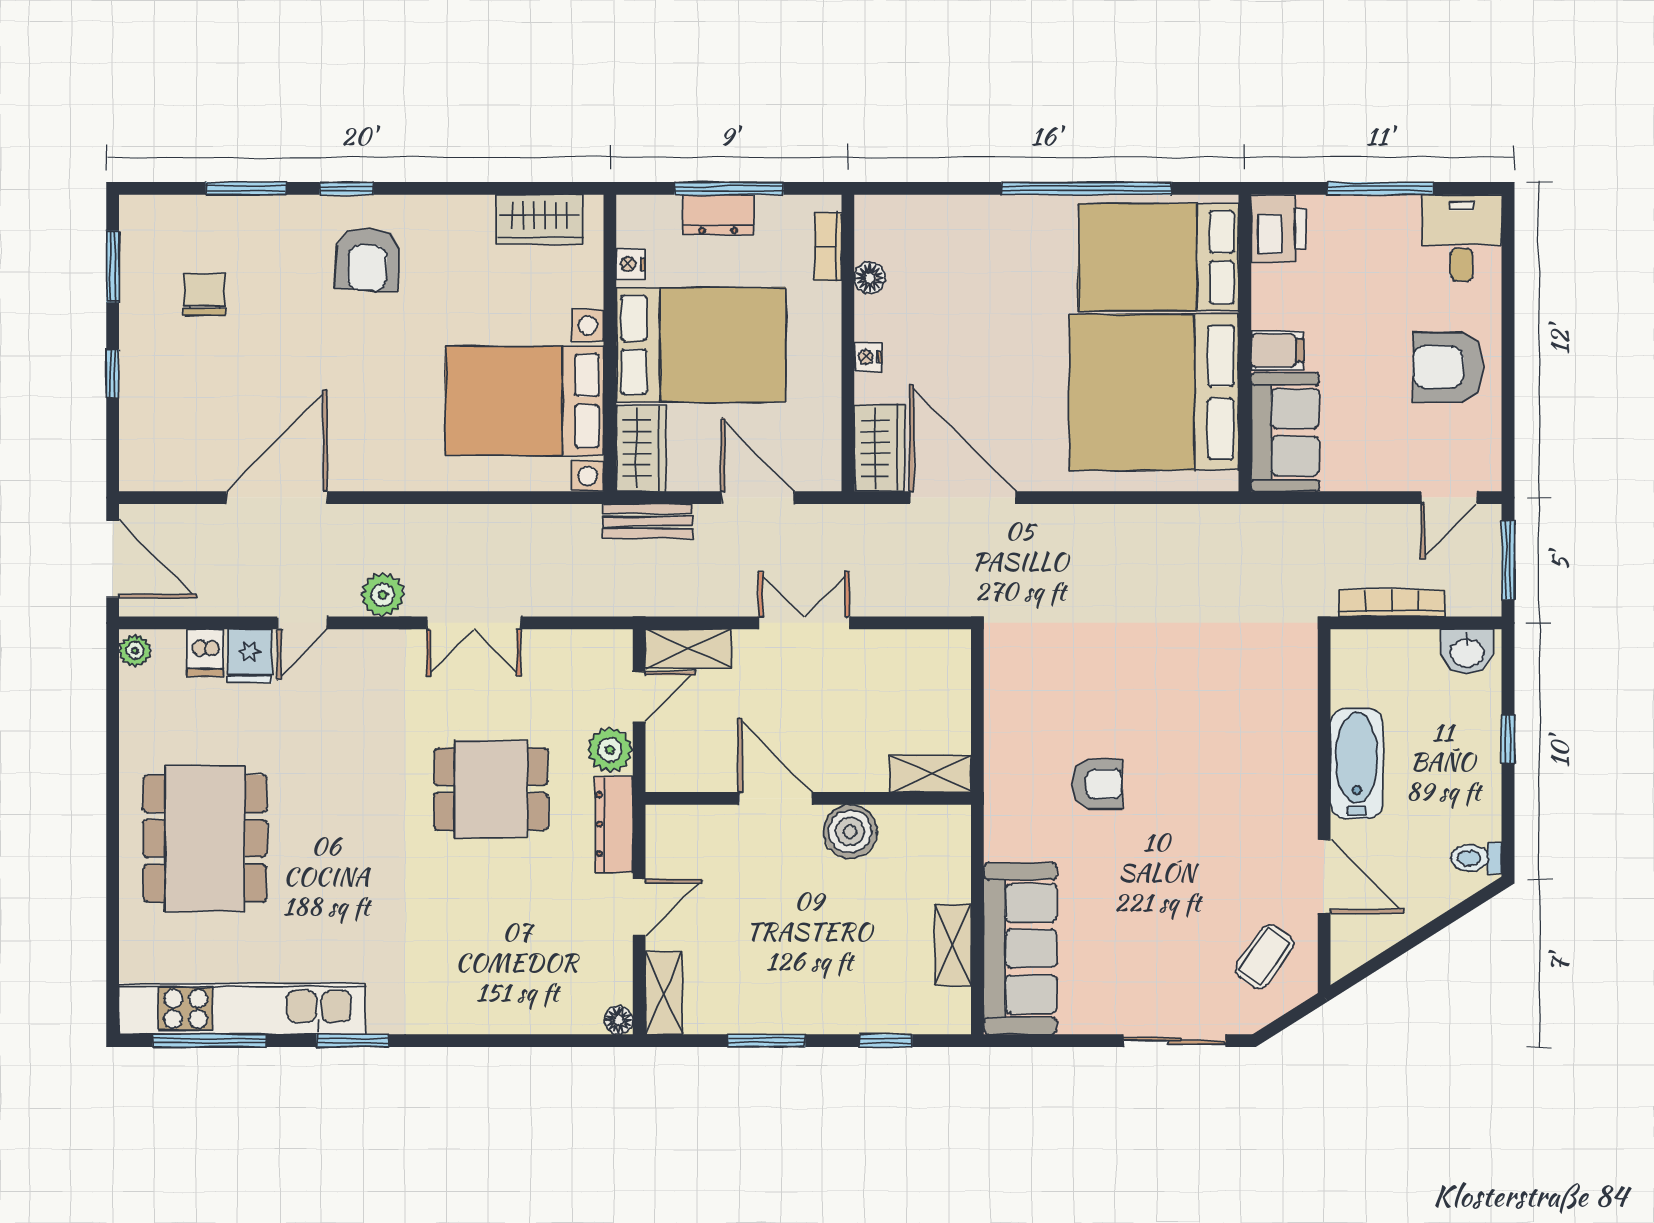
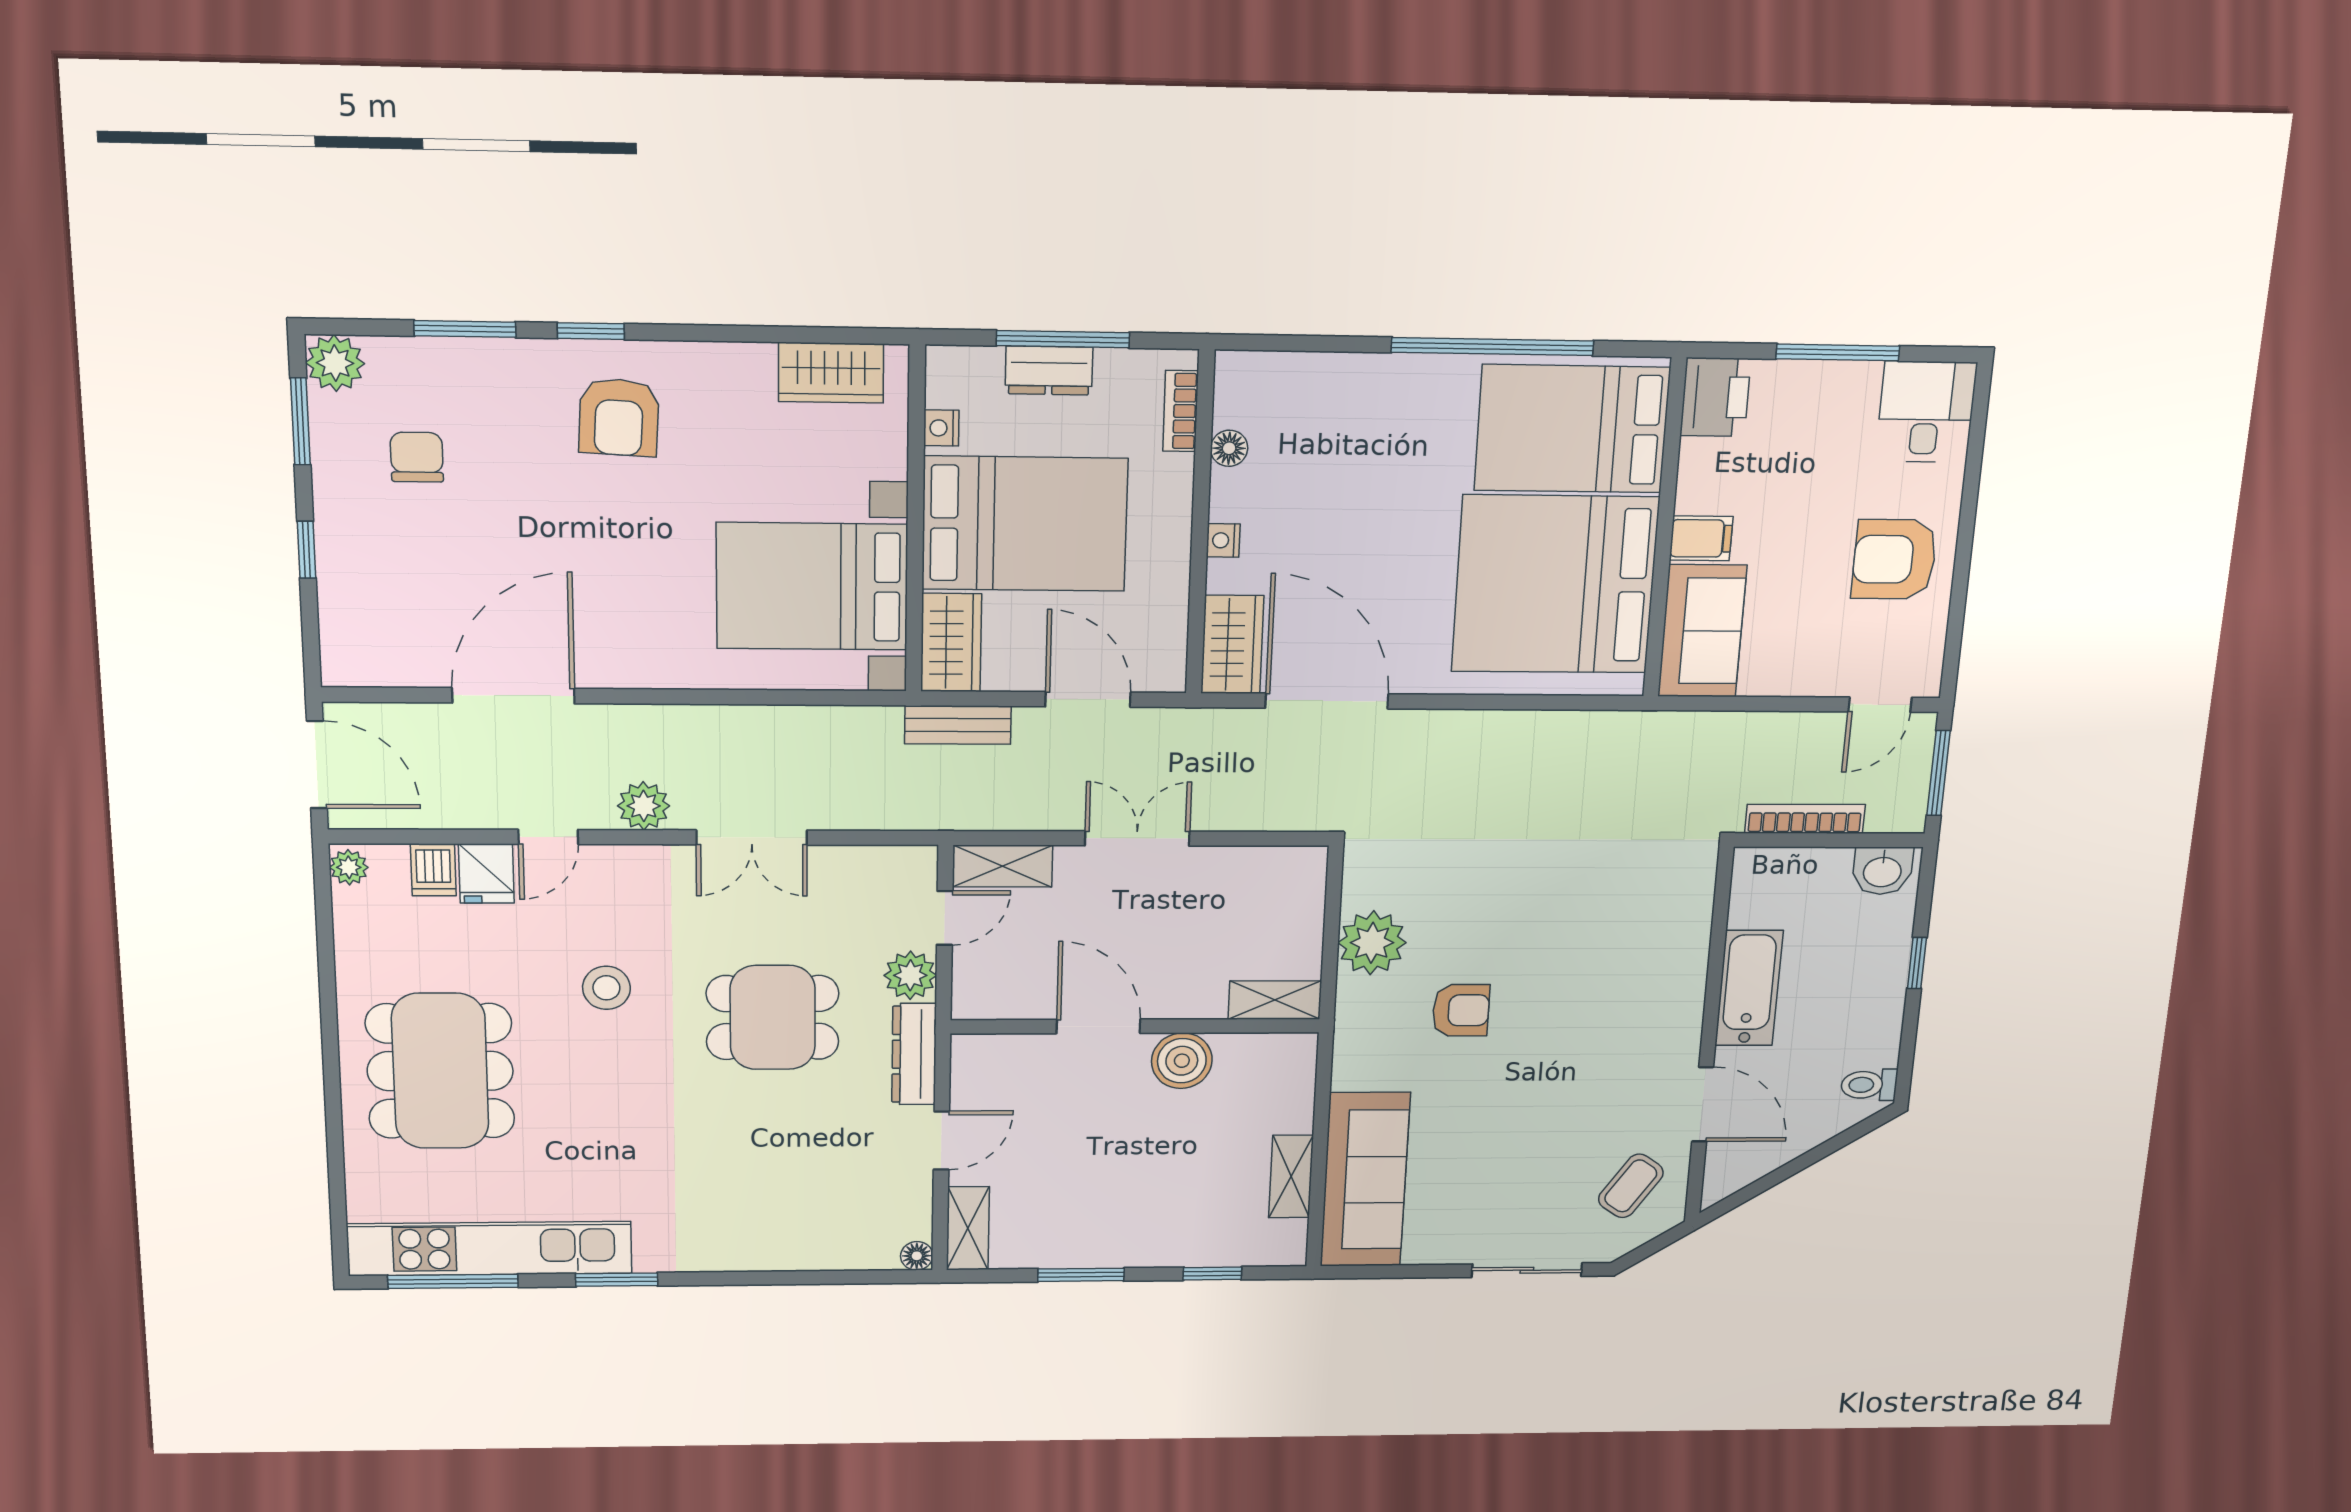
plant: (142, 218) -> (335, 363), added
plant: (1014, 720) -> (1372, 943), added
stool: (349, 761) -> (606, 988), added

